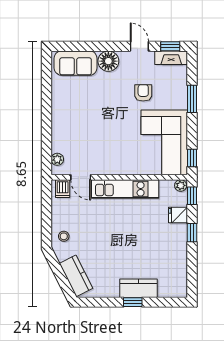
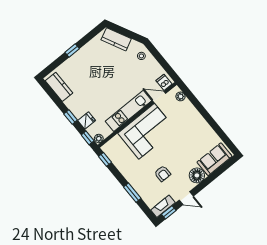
corner sofa: (164, 142) -> (147, 131), moved, turned 90
kitchen counter: (139, 288) -> (59, 87), moved, turned -90

